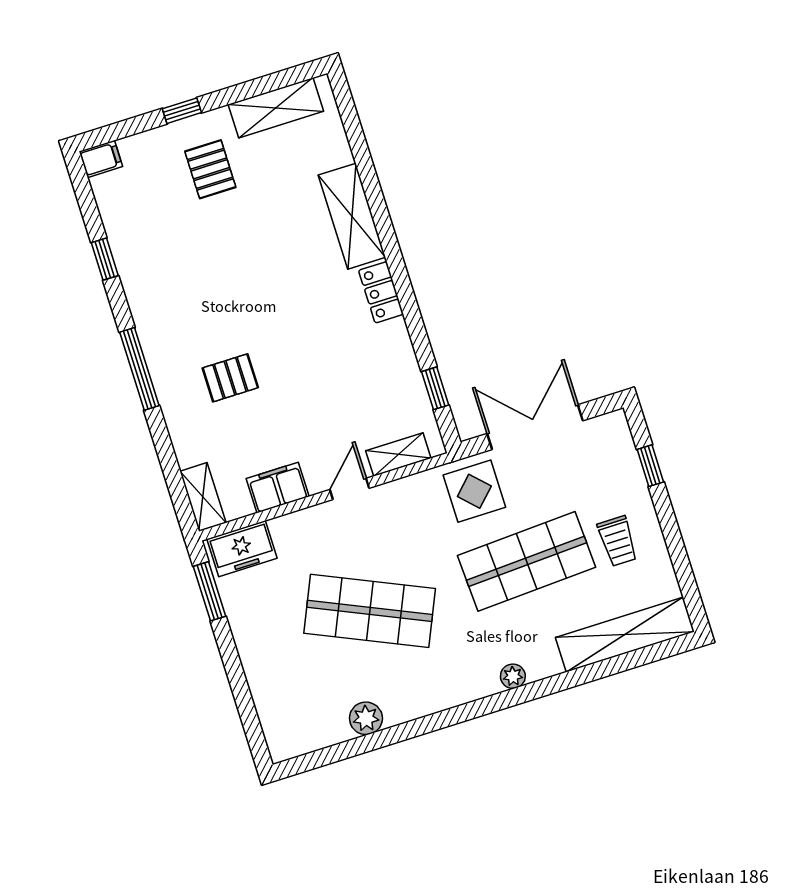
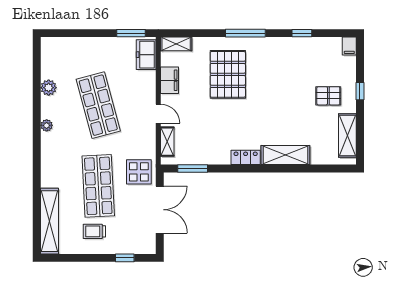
pallet: (230, 378) -> (228, 74), width x2.05, depth x2.00
window: (435, 388) -> (193, 169), width x1.50
shop shelf: (370, 611) -> (98, 105), turned -39
plant: (513, 676) -> (47, 125), moved

